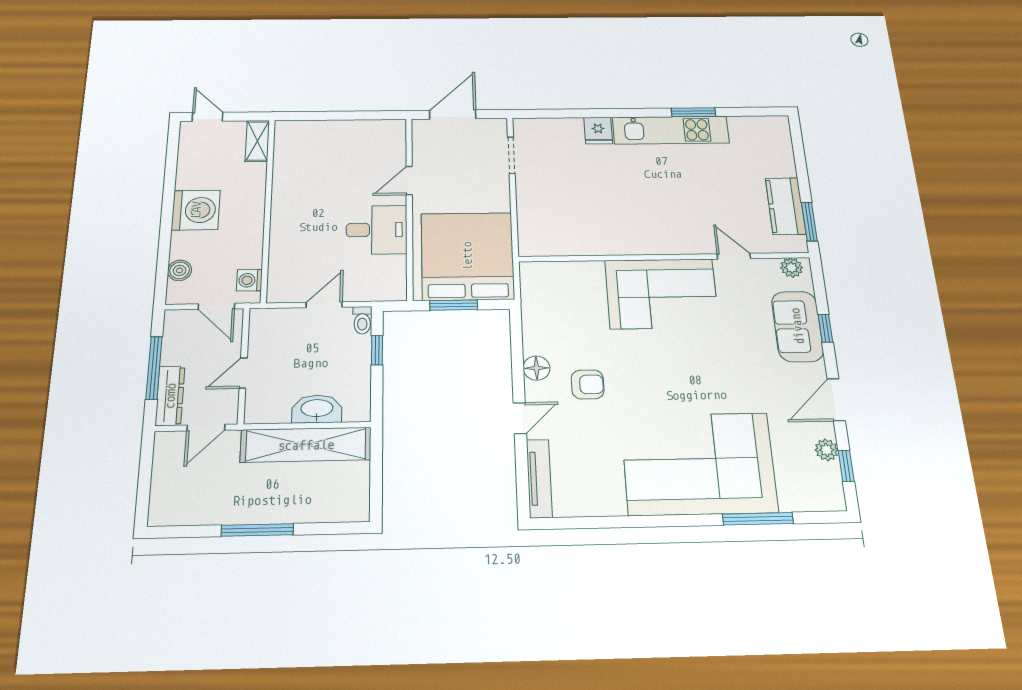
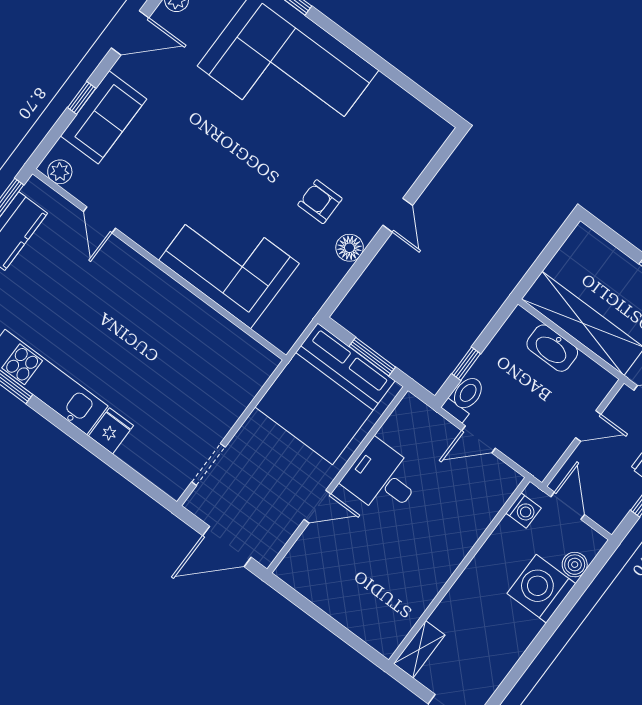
washing machine: (196, 210) -> (541, 589), moved
corner sofa: (662, 294) -> (229, 262), moved
toilet: (362, 320) -> (464, 398), width x1.37, depth x1.39
door: (520, 418) -> (398, 215), swing flipped
tv unit: (539, 478) -> (423, 154), removed

